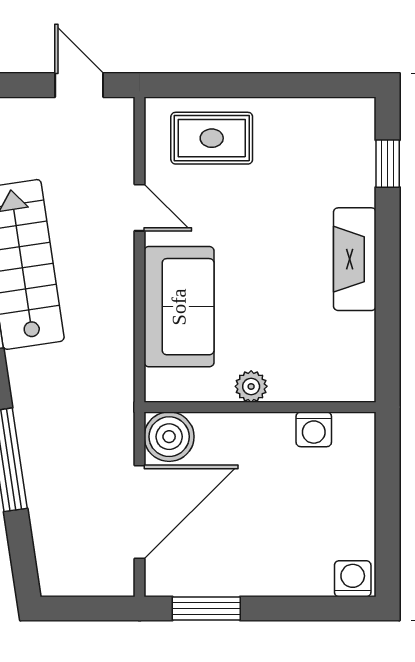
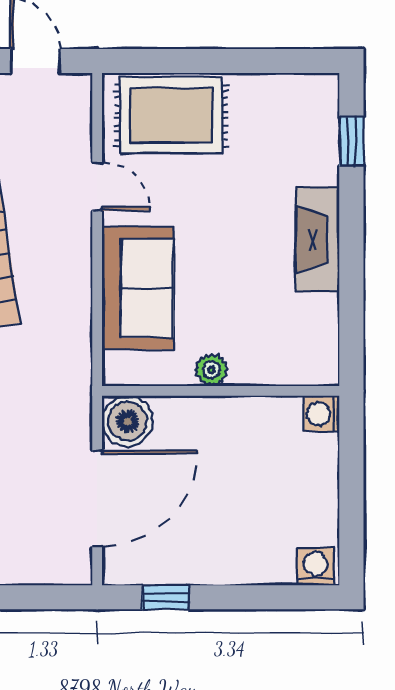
rug: (212, 138) -> (171, 115), width x1.36, depth x1.43
washing machine: (314, 429) -> (321, 414), moved, turned 90
window: (206, 608) -> (166, 597), width x0.67

